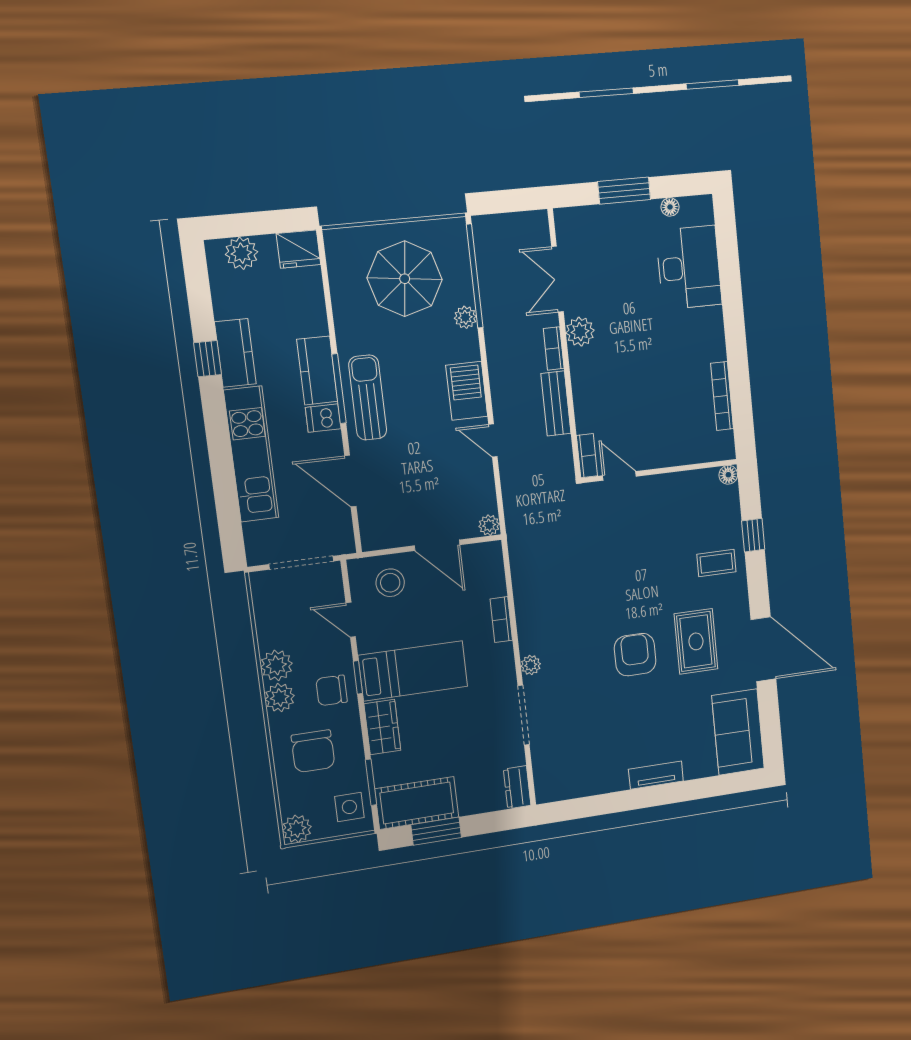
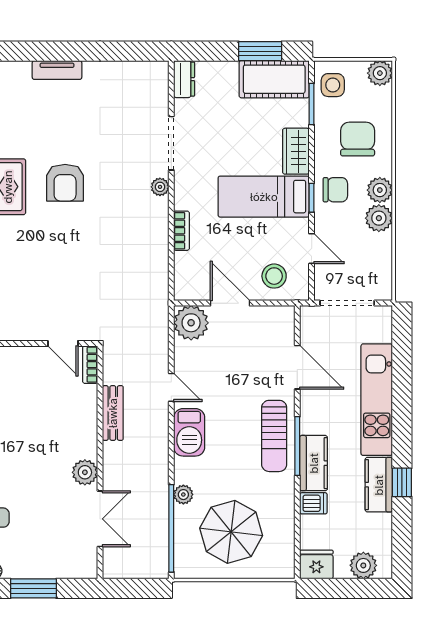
bookcase: (554, 348) -> (110, 460), removed
dishwasher: (323, 418) -> (313, 503), moved
plant: (489, 525) -> (191, 323), width x1.88, depth x1.88

